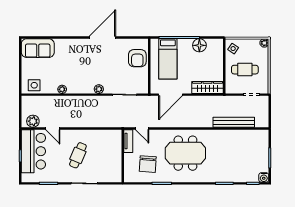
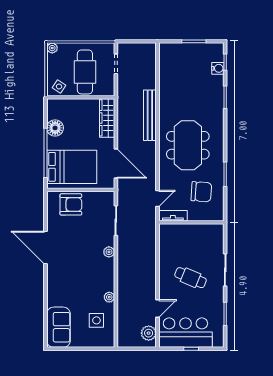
bed: (168, 59) -> (72, 167), width x1.50
cafe table: (245, 70) -> (85, 72), width x1.37, depth x1.35
side table: (34, 85) -> (96, 320), moved
bench: (234, 122) -> (150, 115), moved
water cooler: (264, 177) -> (218, 68), moved

